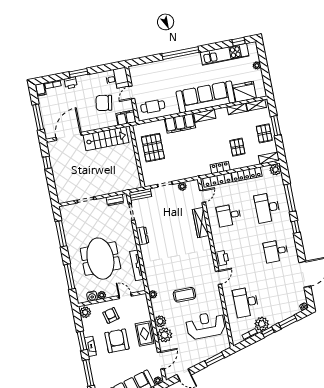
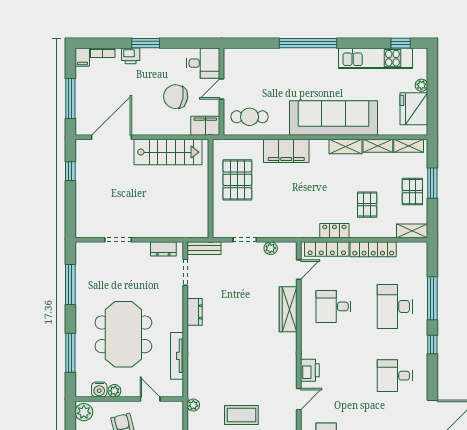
fridge: (245, 92) -> (414, 109), moved, turned -90
shelving: (205, 116) -> (346, 147), moved
plant: (275, 170) -> (419, 251), removed

